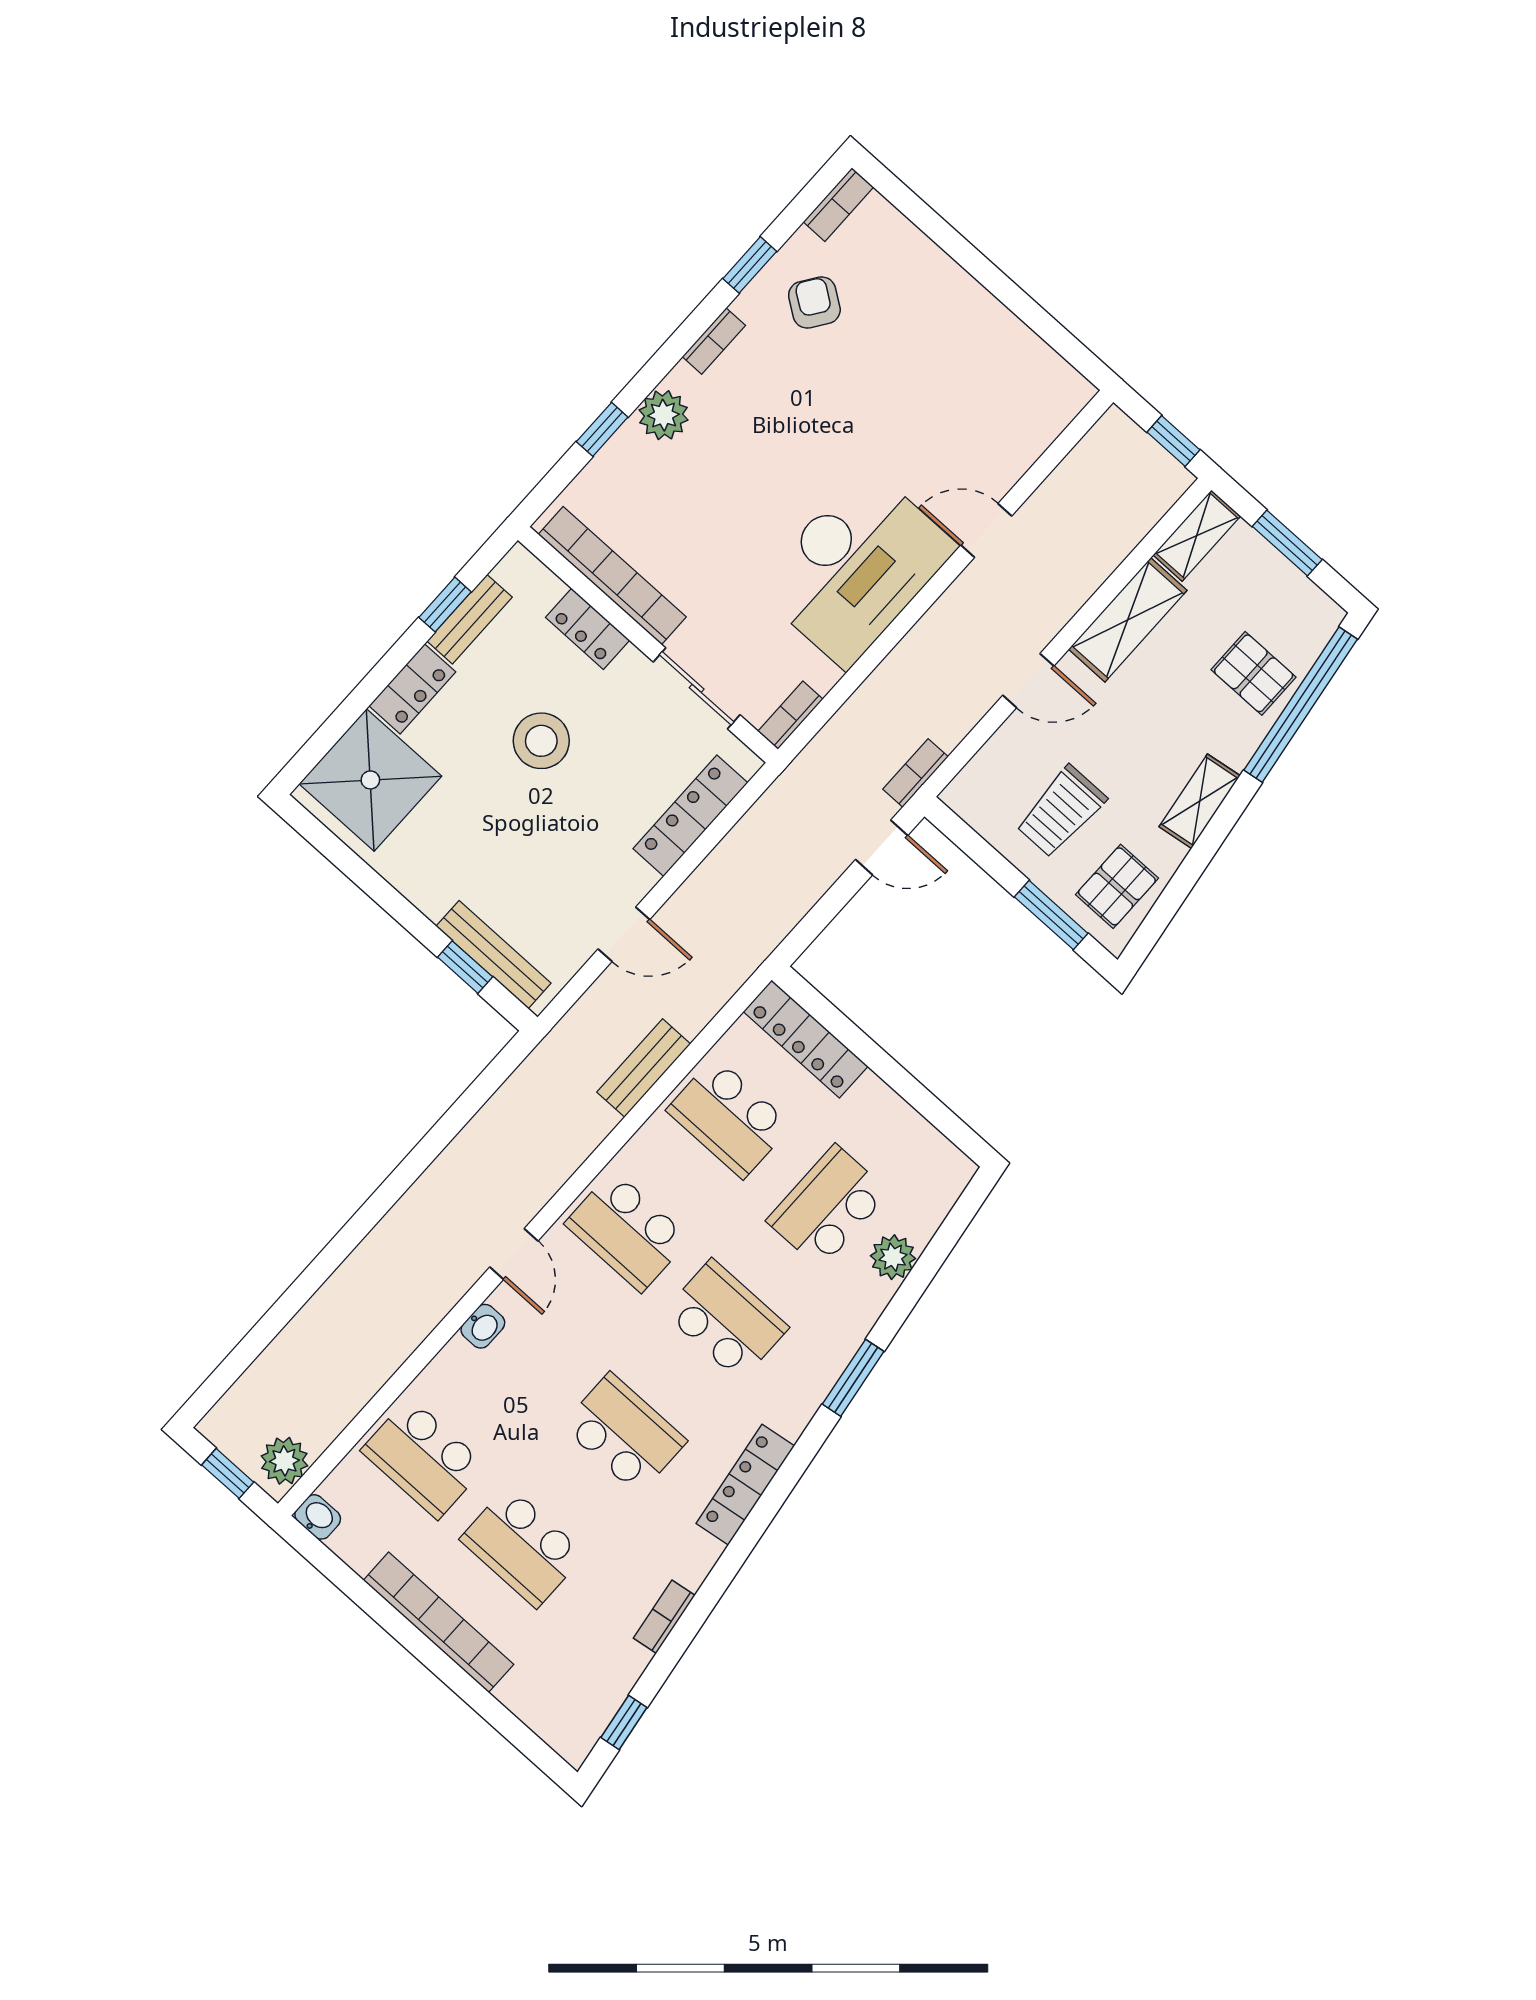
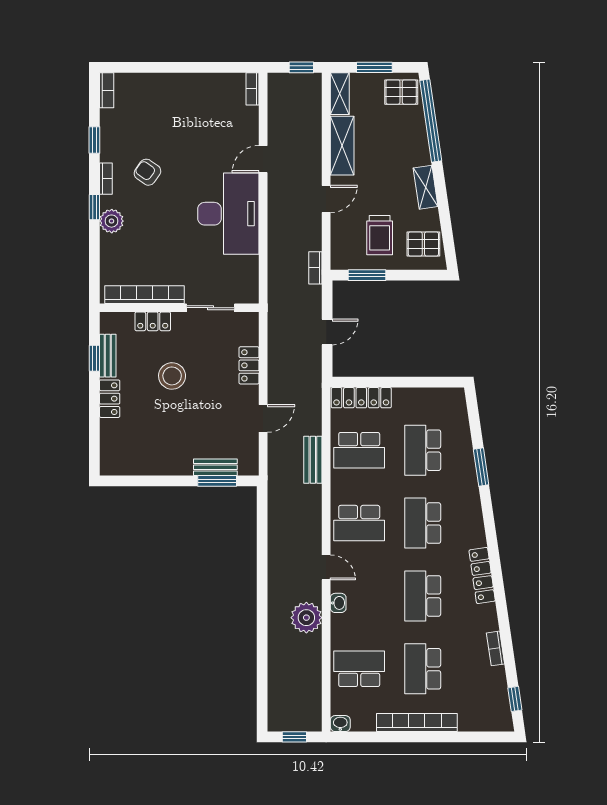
armchair: (814, 303) -> (147, 172), moved
window: (602, 429) -> (94, 207), moved
pallet: (1254, 673) -> (401, 92), moved
bookcase: (790, 715) -> (253, 89), moved
shower: (370, 780) -> (124, 444), removed
locker: (690, 816) -> (249, 365), width x0.66
door: (882, 847) -> (327, 332), moved
pallet: (1117, 886) -> (423, 244), turned 90
window: (1051, 915) -> (367, 275), moved
bench: (494, 955) -> (215, 467), width x0.73
window: (465, 967) -> (217, 481), width x1.50
plant: (893, 1257) -> (462, 447), removed
school desk: (726, 1320) -> (423, 523), turned -90
window: (853, 1378) -> (481, 467), moved
school desk: (624, 1433) -> (423, 596), turned -90
school desk: (424, 1458) -> (359, 669), turned 180
plant: (284, 1461) -> (306, 618), moved, width x1.36, depth x1.36
school desk: (522, 1547) -> (423, 669), turned 90

